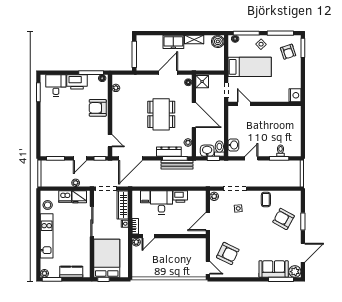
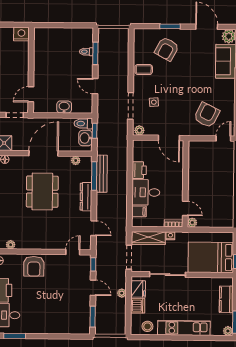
dining table: (161, 114) -> (42, 192), turned 90
washbasin: (233, 145) -> (64, 107), moved
dresser: (169, 152) -> (86, 197), moved
door: (131, 158) -> (94, 228), width x0.53

